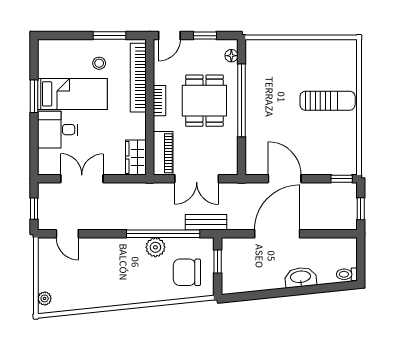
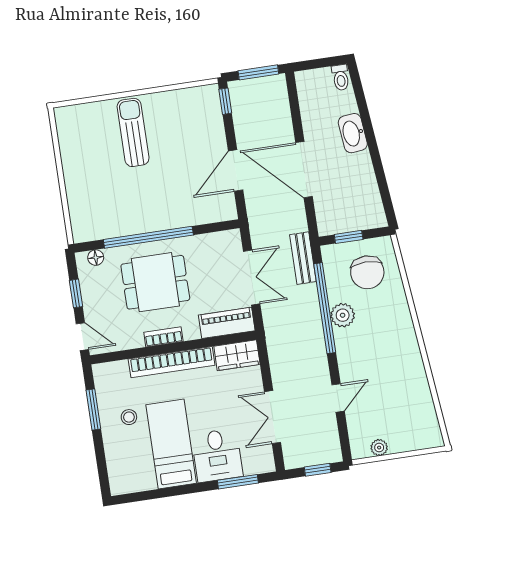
bookcase: (138, 78) -> (172, 362), moved
window: (34, 96) -> (238, 482), moved
window: (361, 209) -> (258, 72), width x1.50
door: (67, 234) -> (338, 398), moved
plant: (45, 298) -> (379, 448), moved

